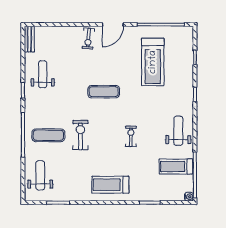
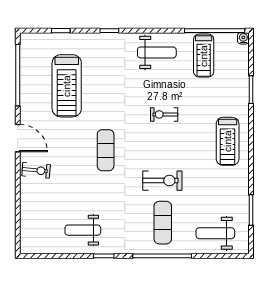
bench: (29, 39) -> (37, 247), removed
treadmill: (153, 62) -> (67, 86), turned 90
weight bench: (178, 131) -> (157, 52), turned 180
exercise bike: (80, 135) -> (162, 181), turned 180

